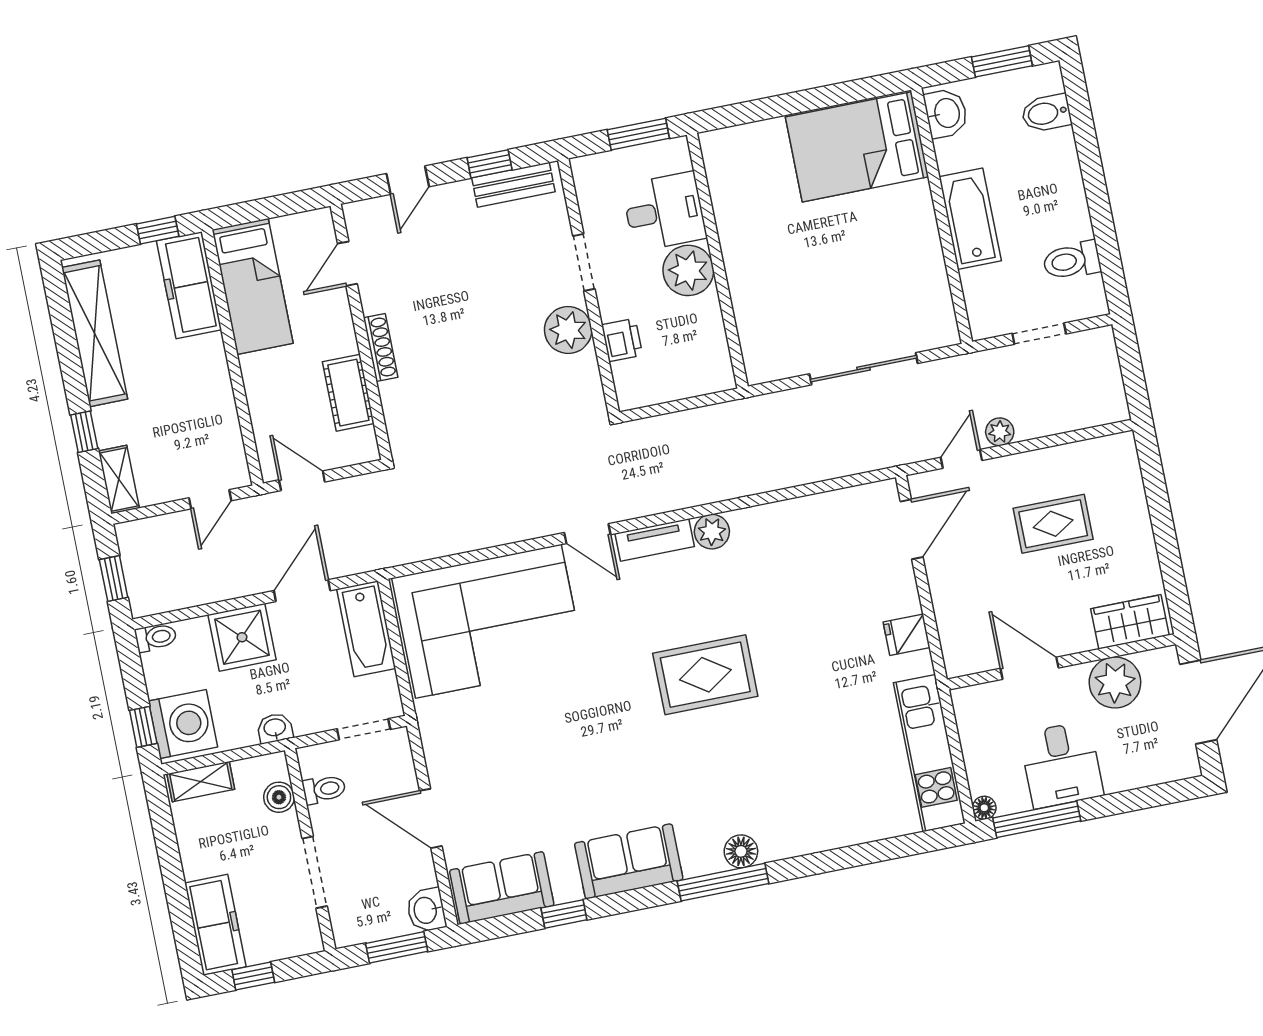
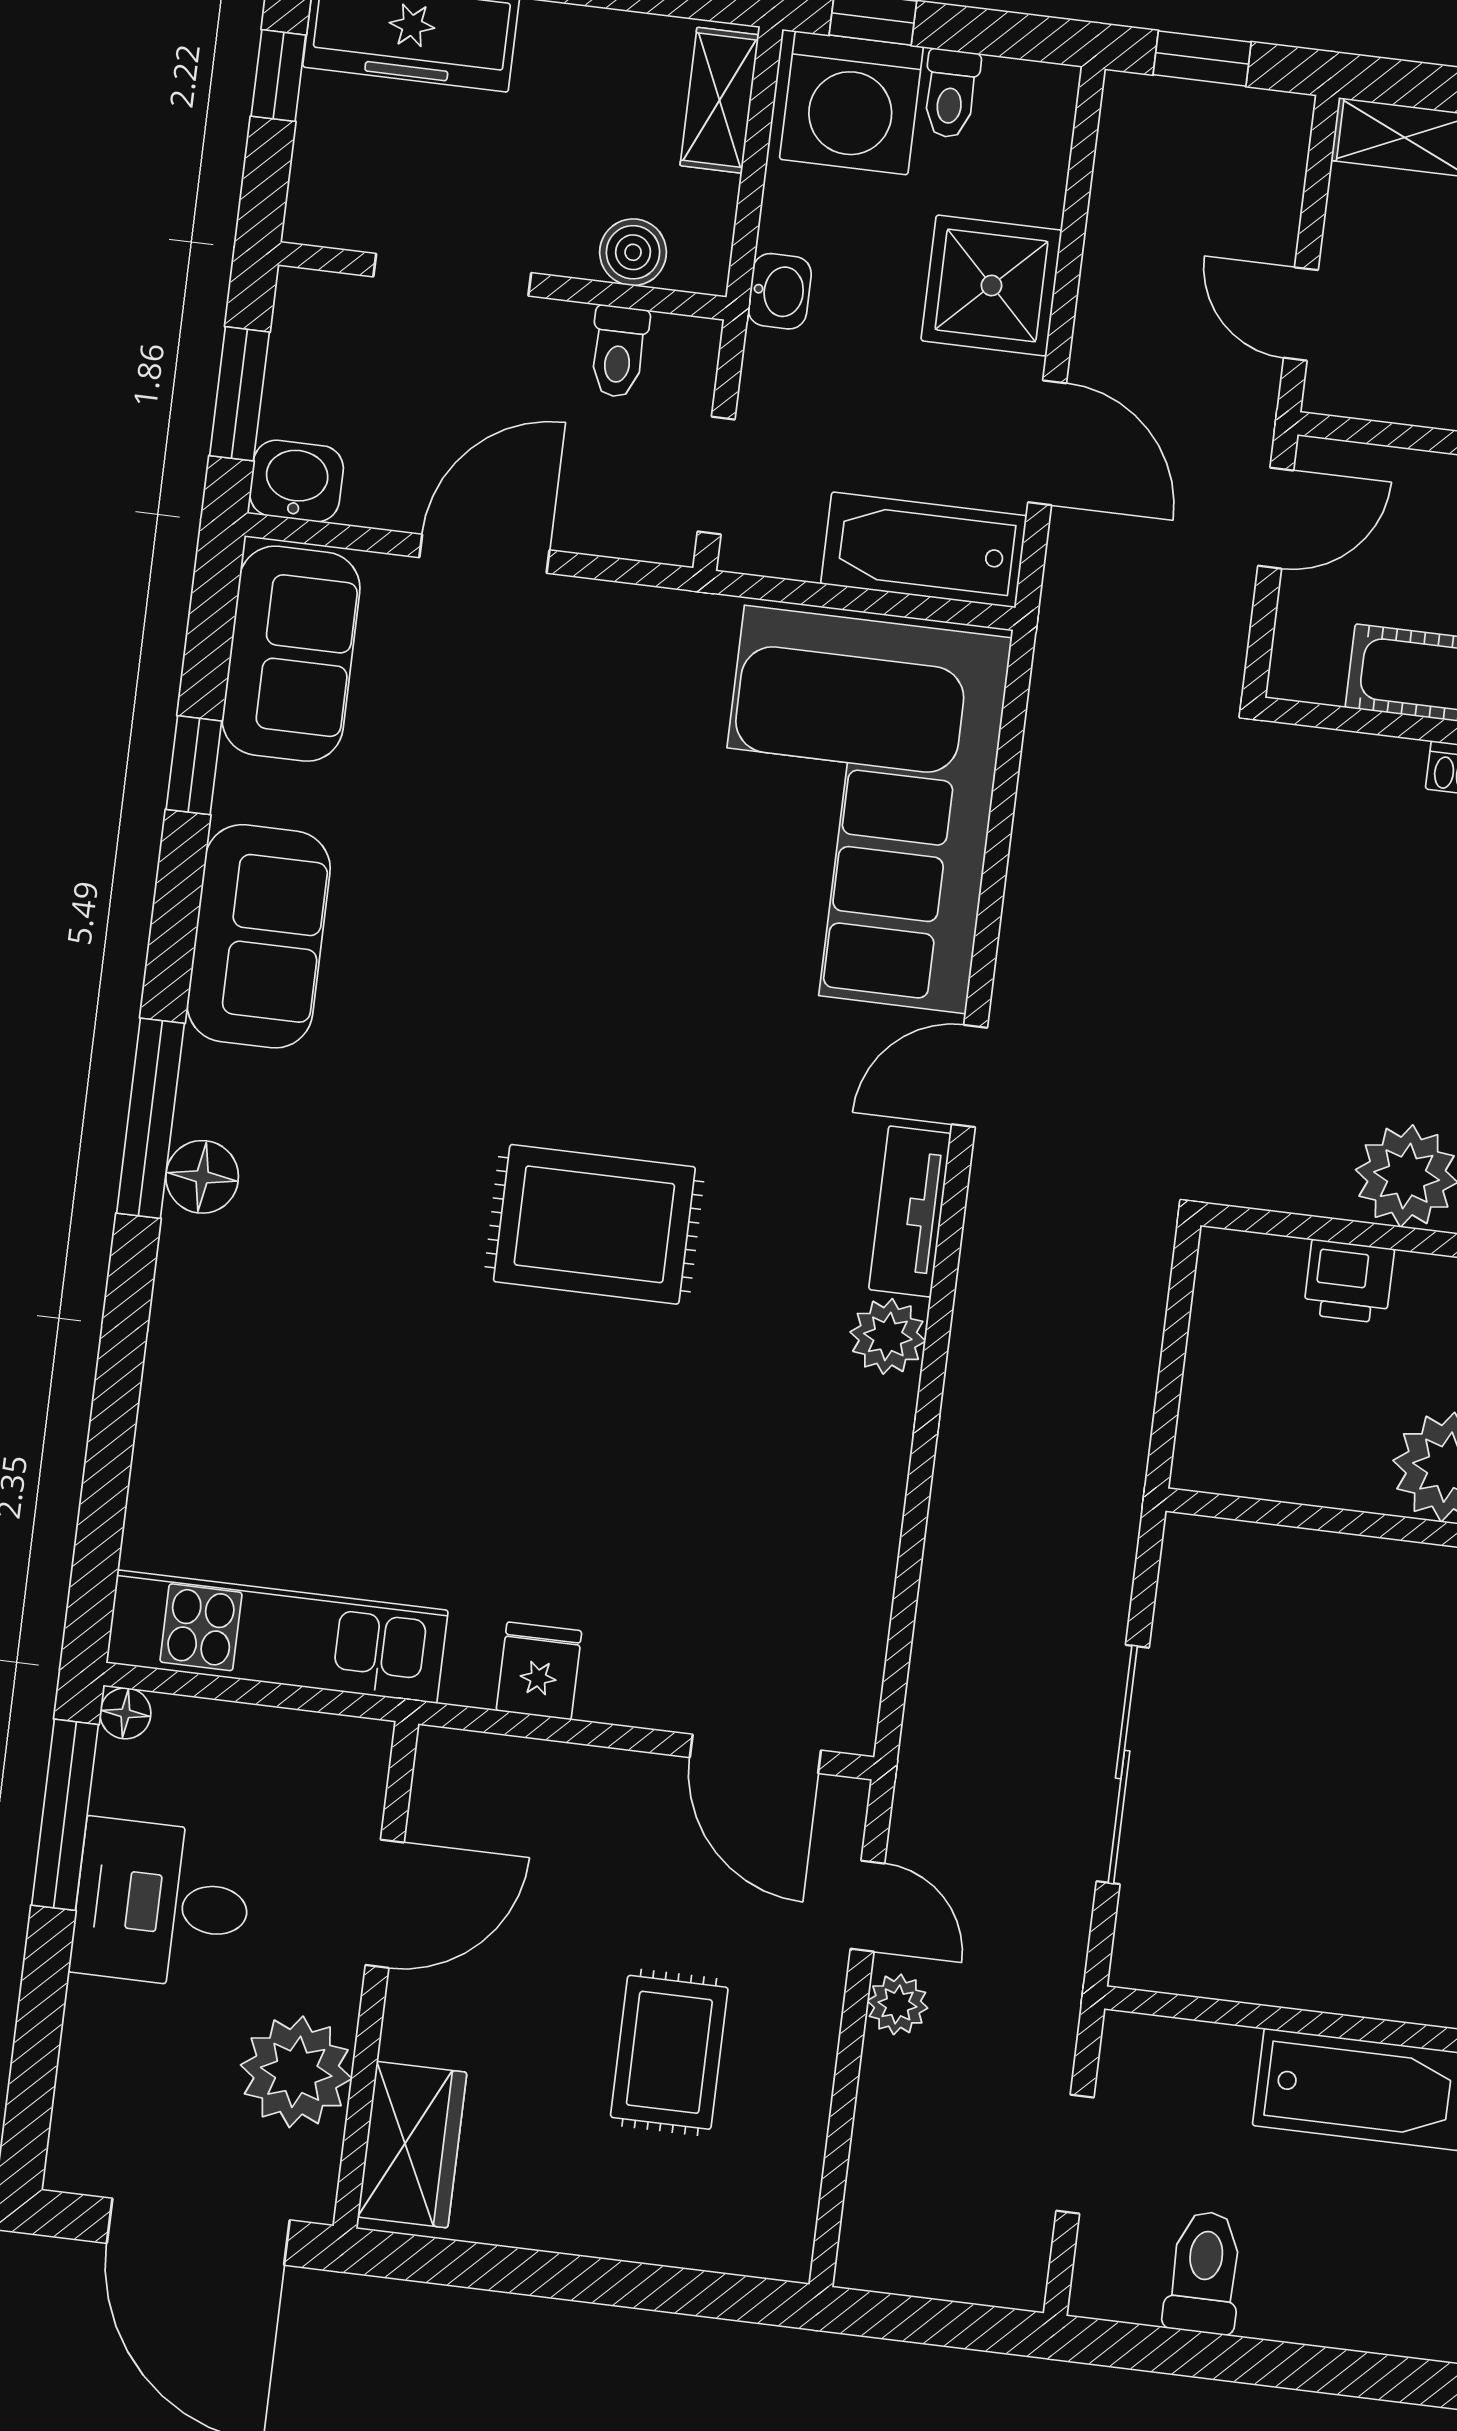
toilet: (156, 637) -> (951, 94), moved
rug: (705, 675) -> (594, 1224), turned 90

